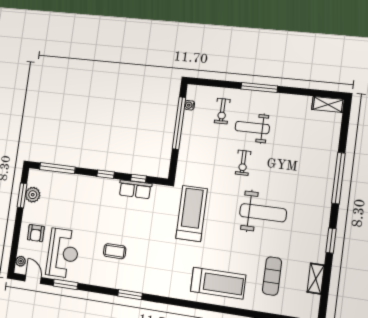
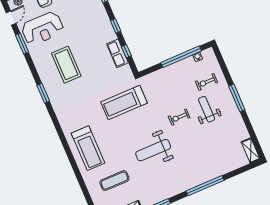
treadmill: (192, 213) -> (124, 103), turned 180
weight bench: (263, 213) -> (153, 150), turned 90
coffee table: (115, 251) -> (66, 65), width x1.86, depth x1.72

